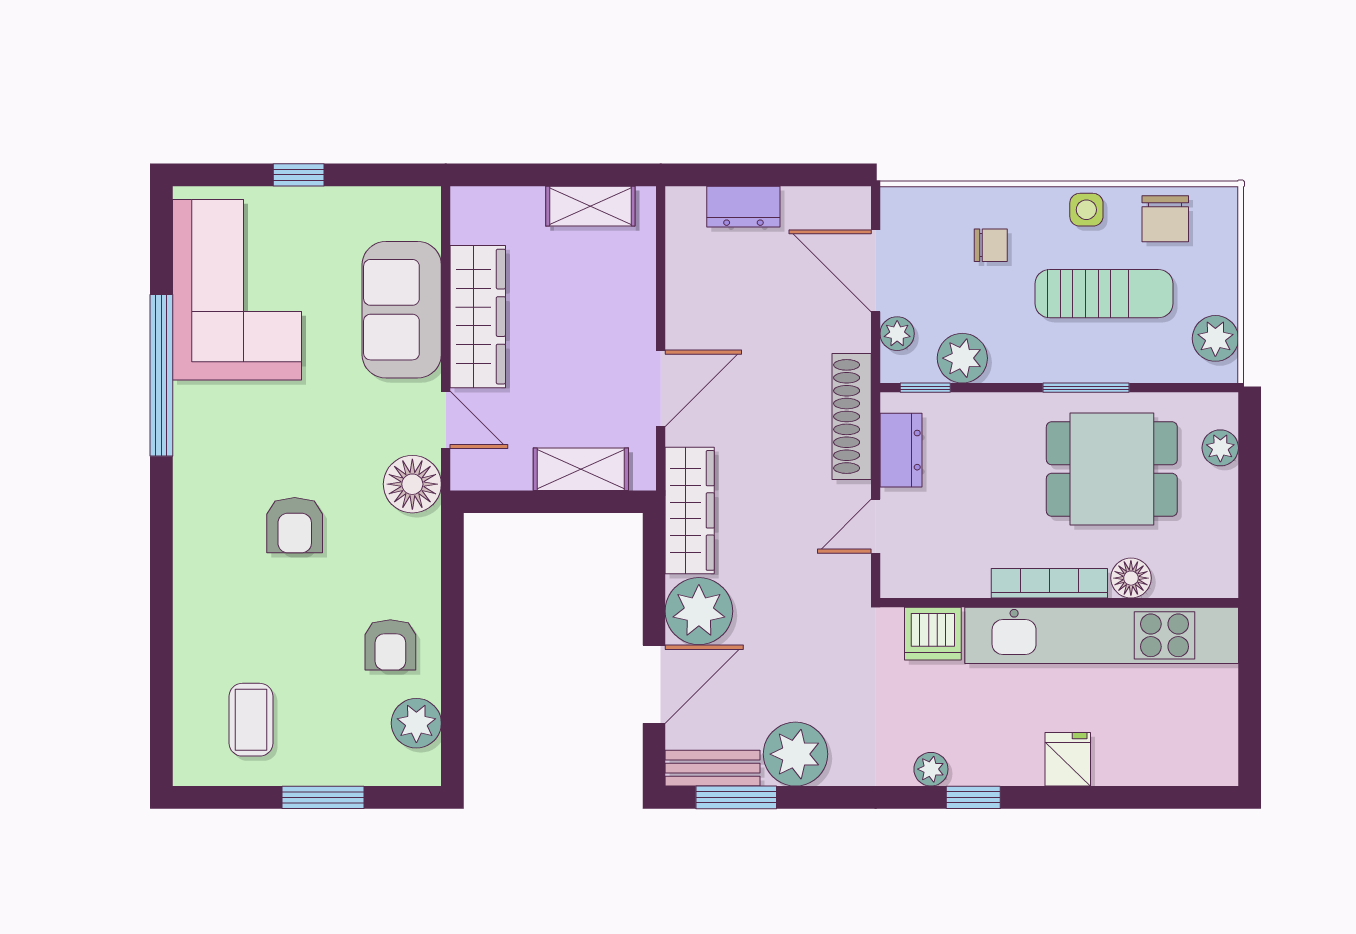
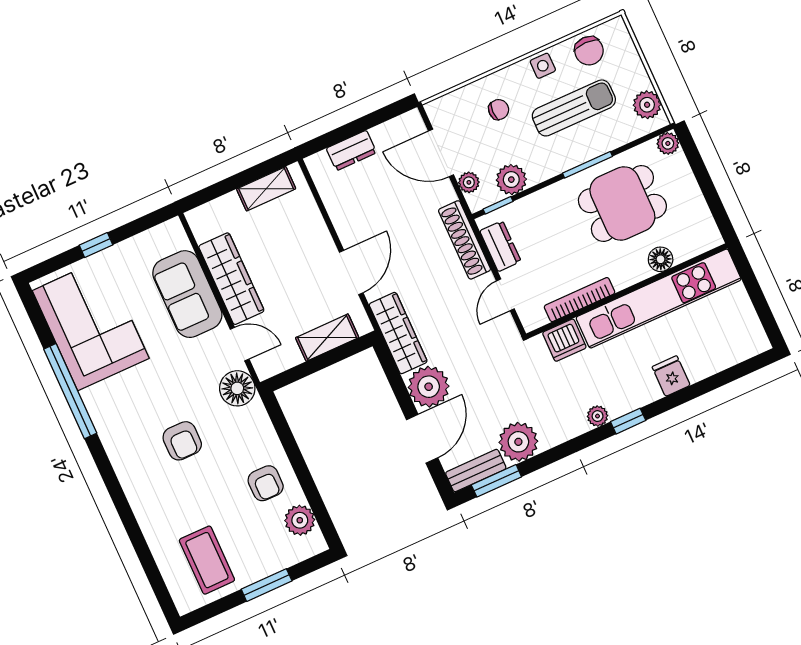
plant: (1220, 448) -> (668, 143), moved
bookcase: (1049, 583) -> (579, 300), moved
coffee table: (251, 720) -> (207, 560), width x1.36, depth x1.30

